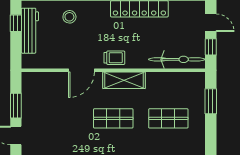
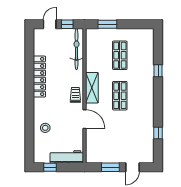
workbench: (30, 31) -> (67, 157), moved

